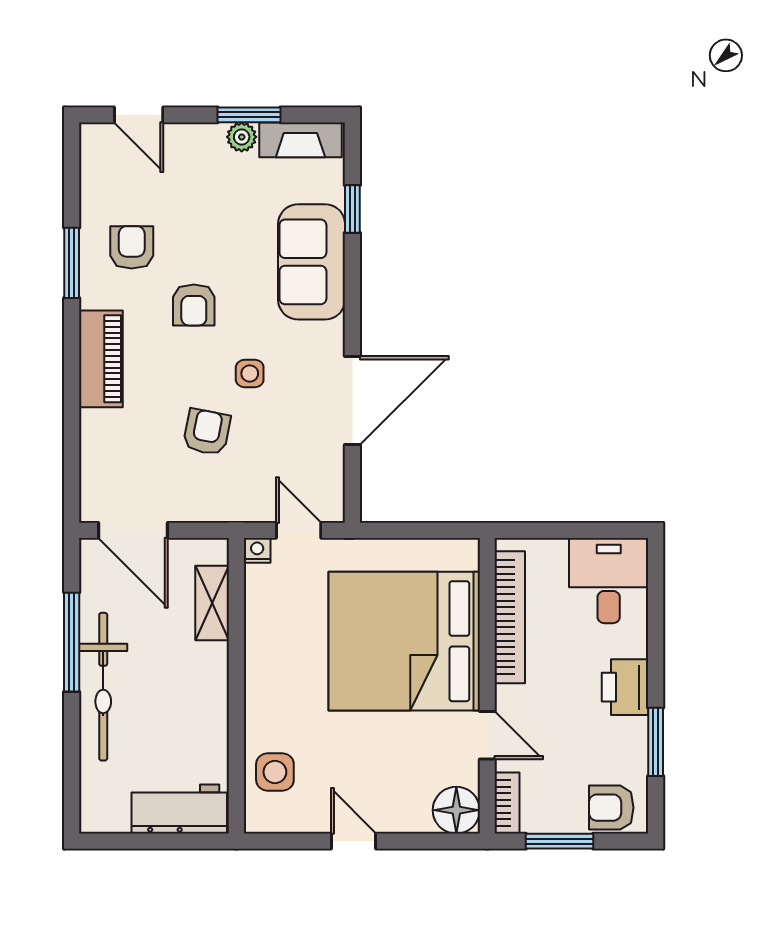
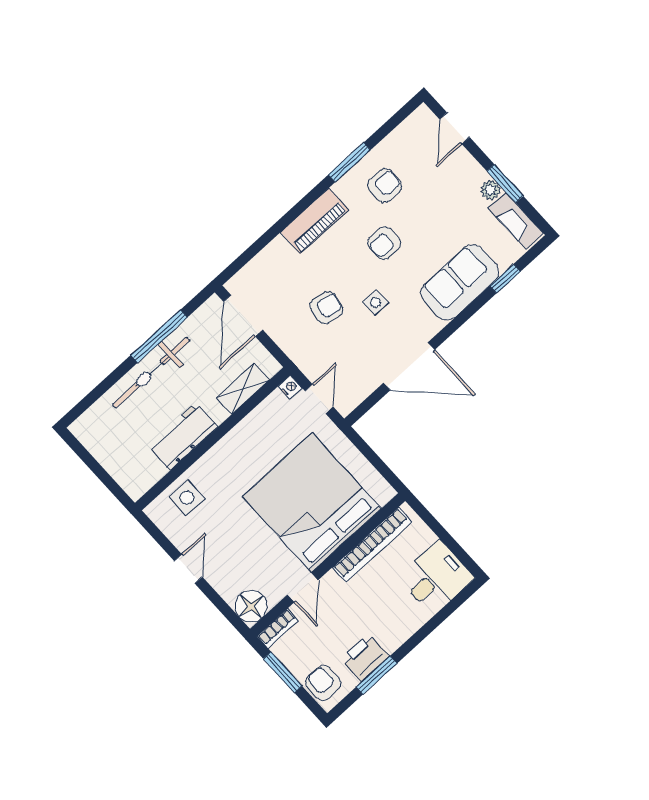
printer: (625, 687) -> (365, 657), moved
workbench: (179, 809) -> (183, 436), moved, turned -90

